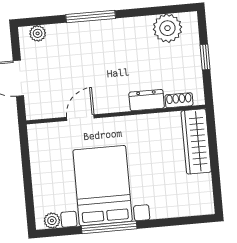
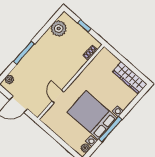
dresser: (147, 100) -> (77, 65), removed
wardrobe: (196, 141) -> (130, 78), moved

